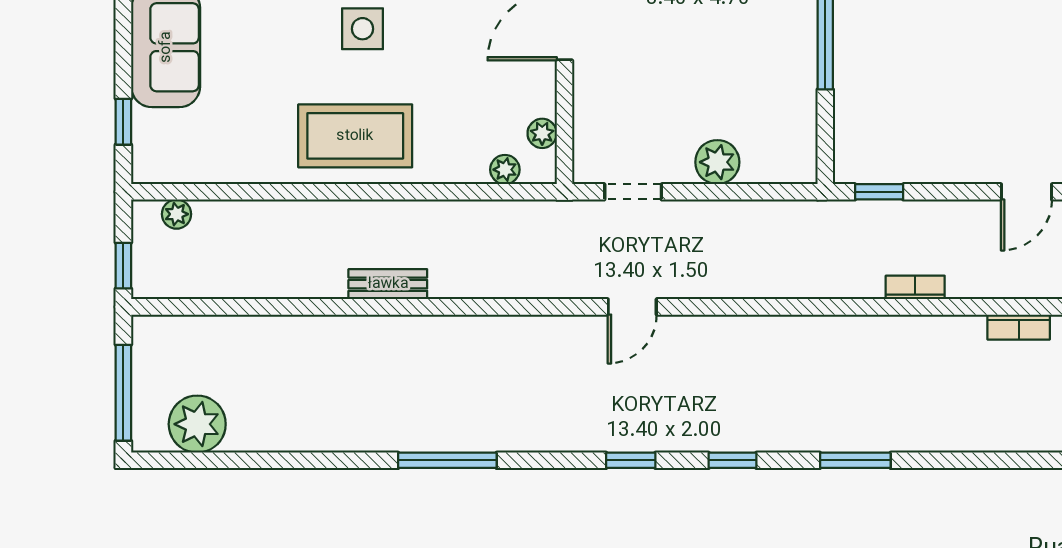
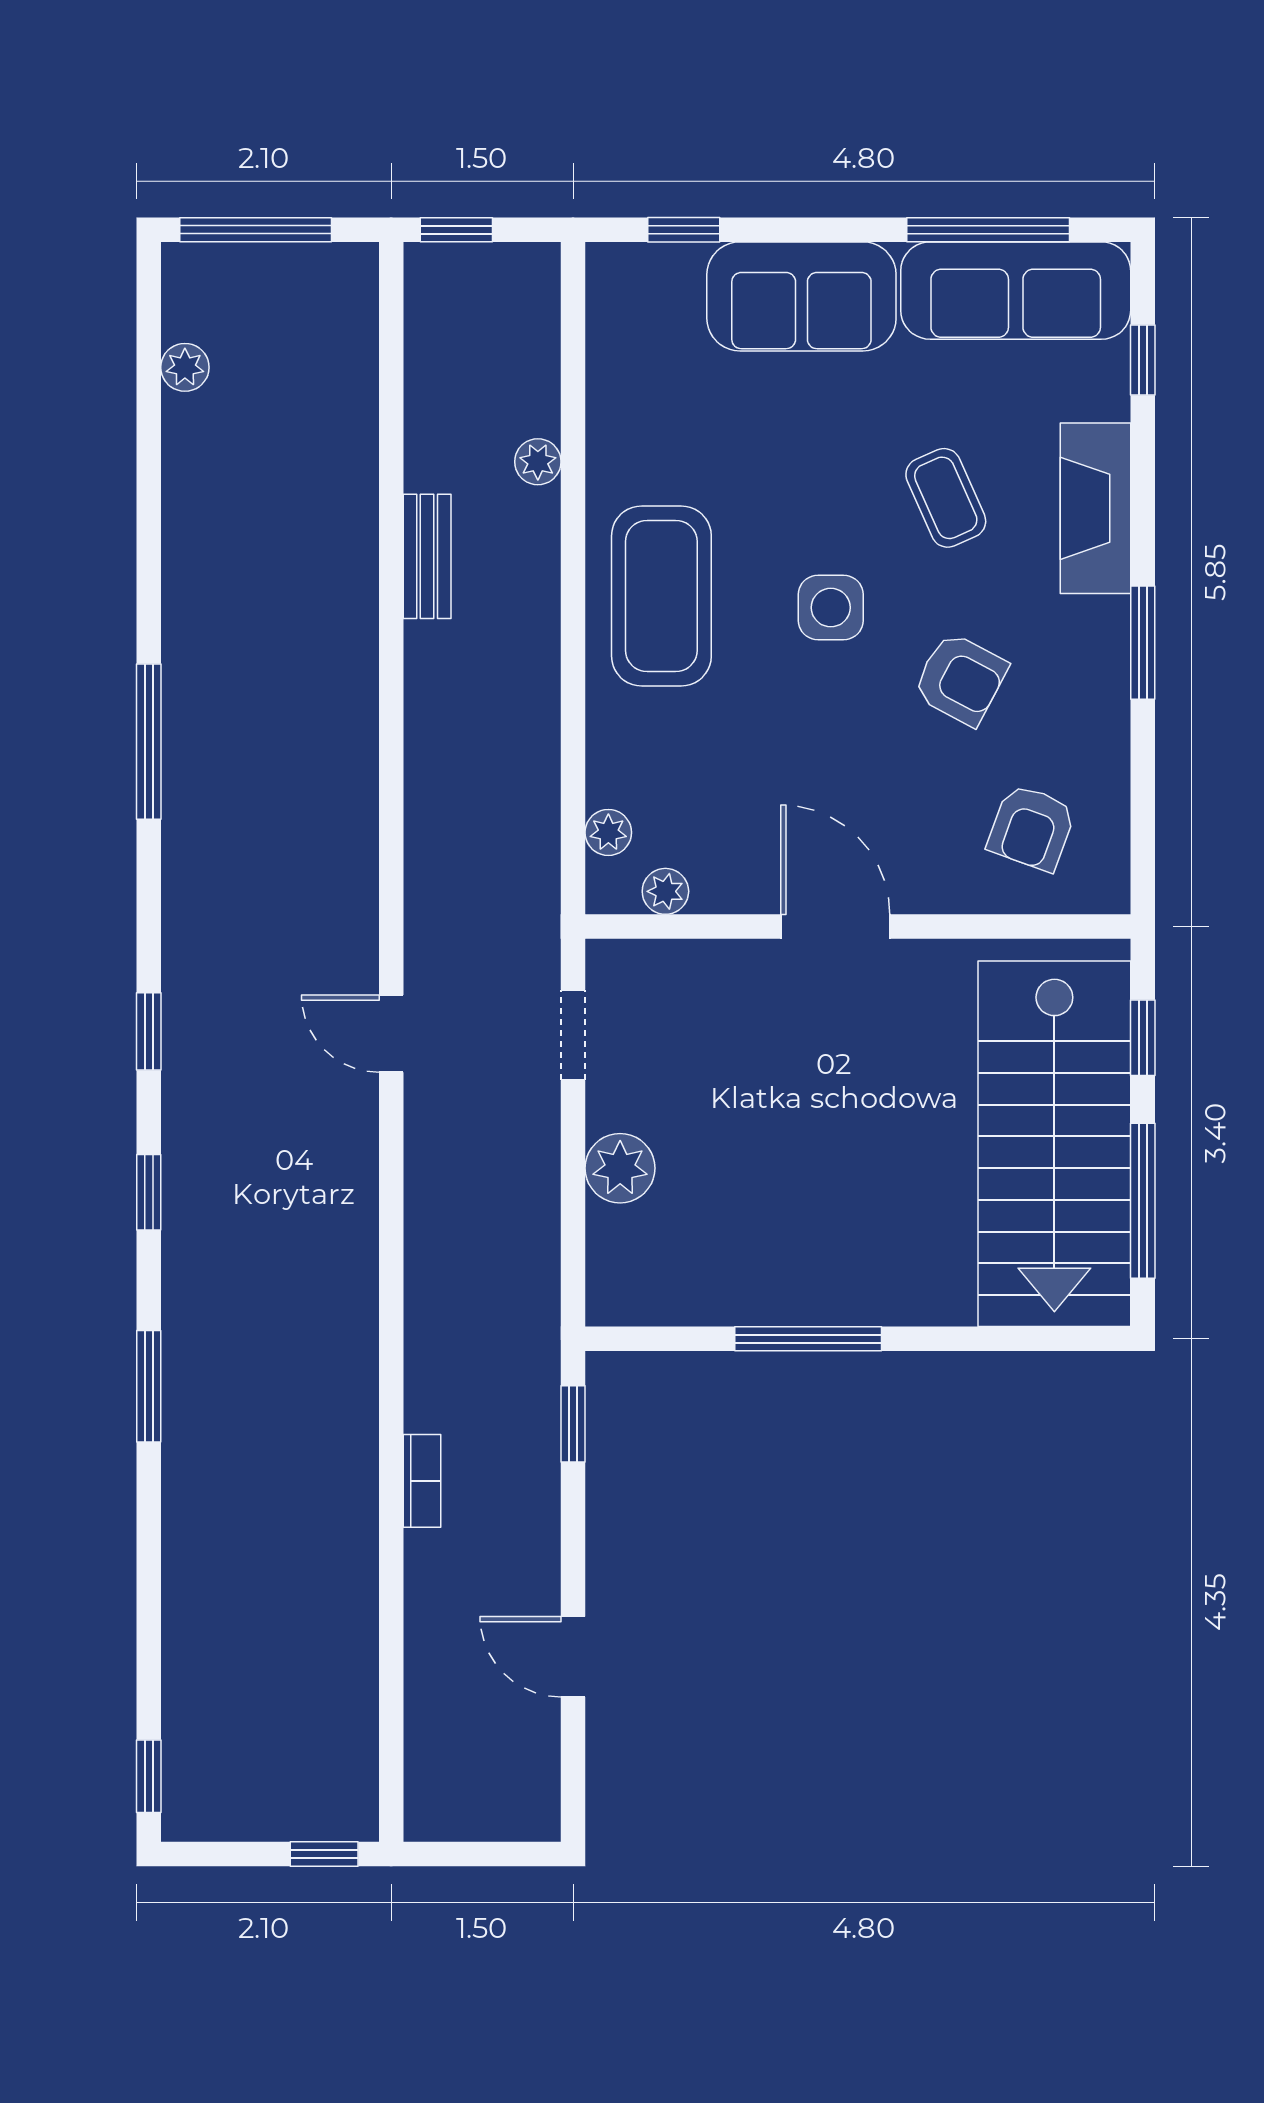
plant: (176, 214) -> (538, 462), moved
bench: (388, 284) -> (427, 556), moved
bookcase: (1019, 327) -> (359, 1644), removed
plant: (197, 424) -> (185, 367), width x0.53, depth x0.53

